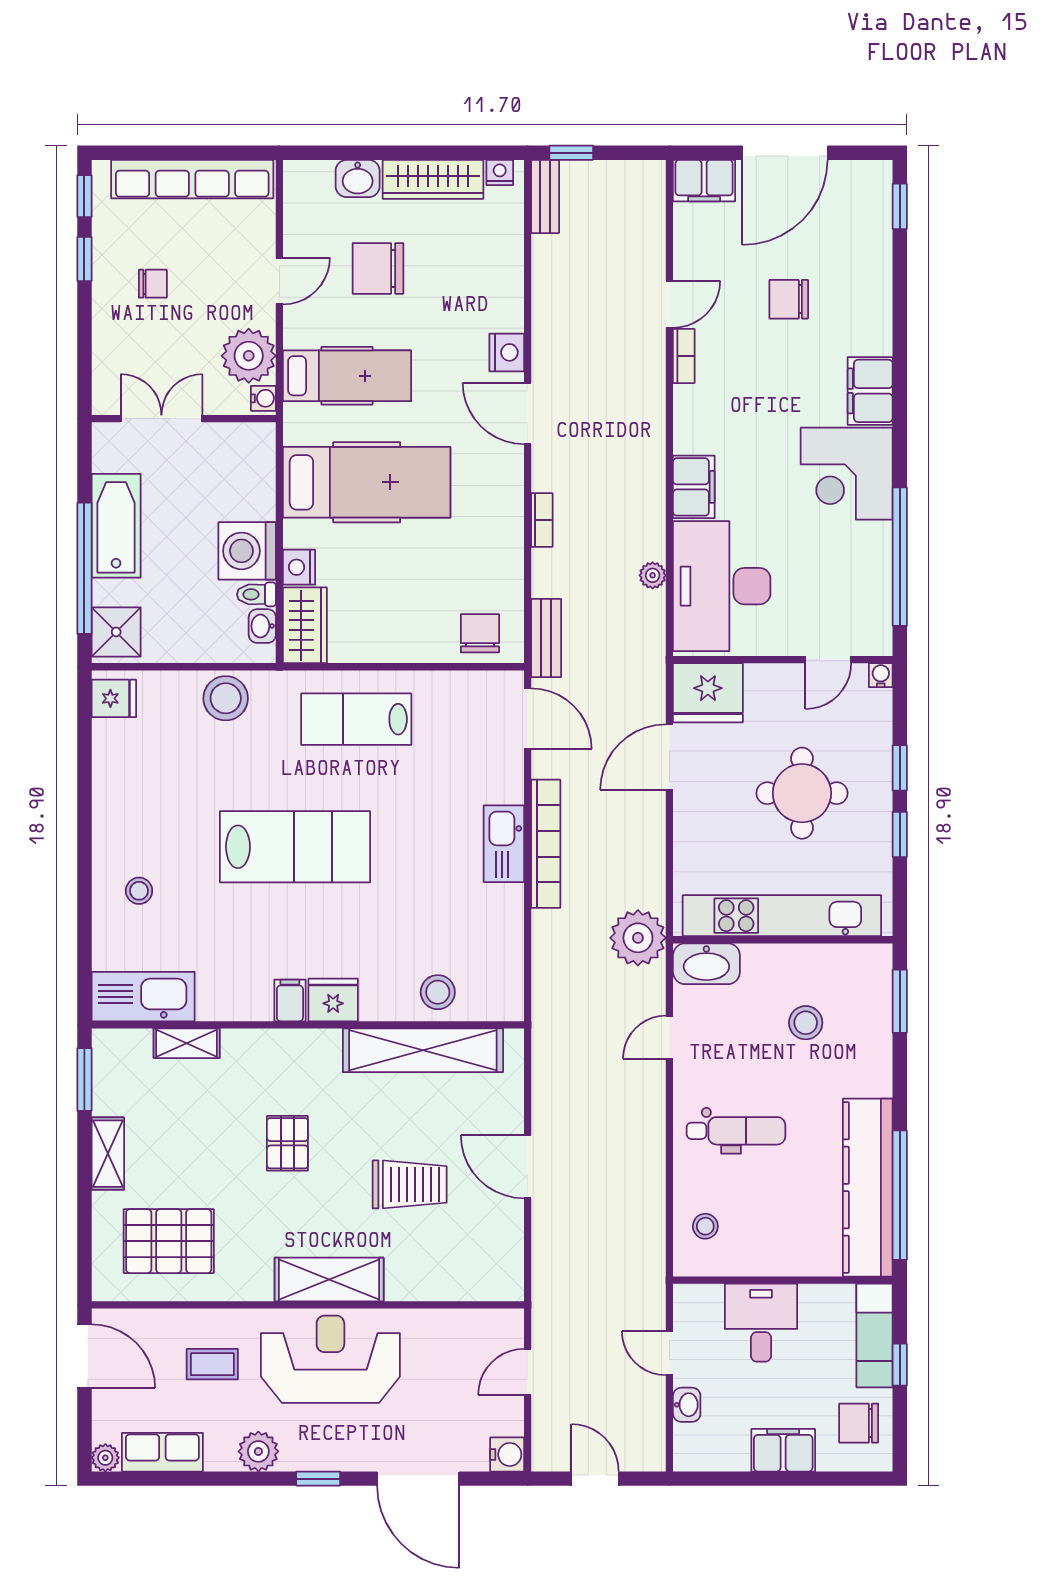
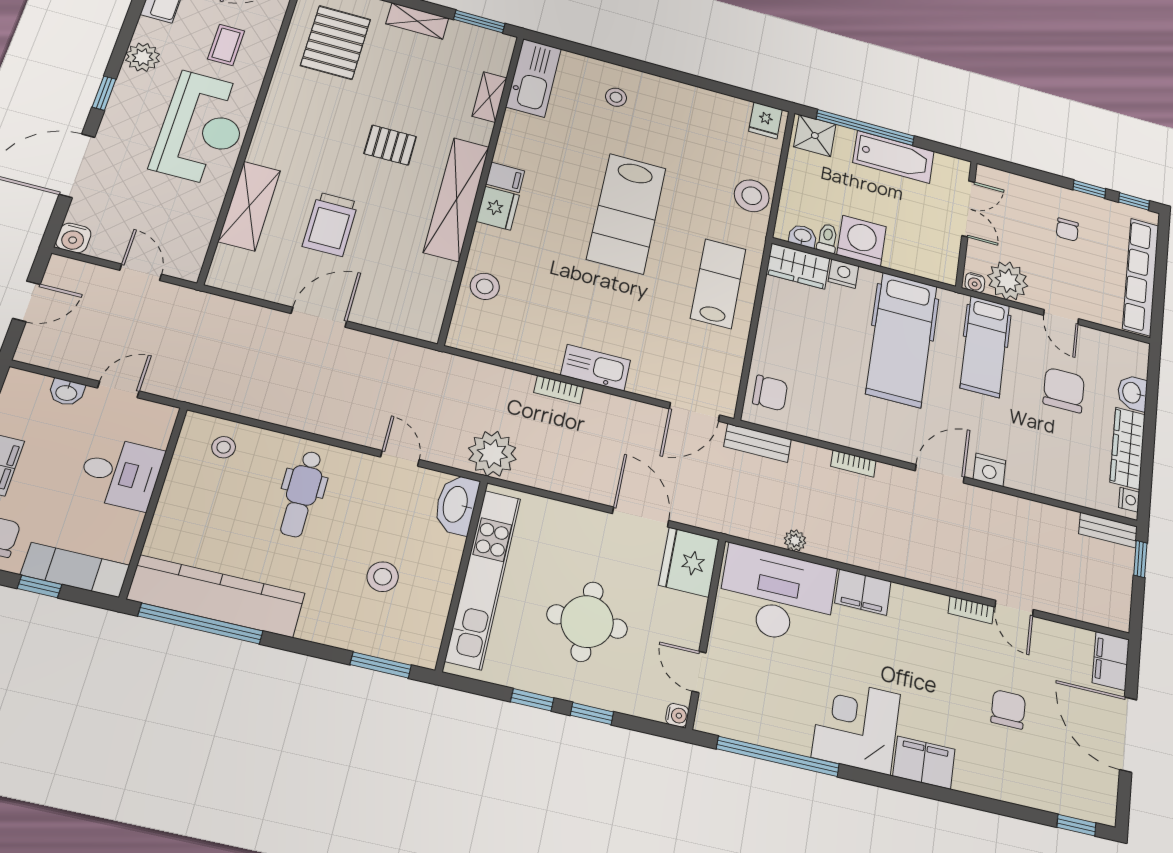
bookcase: (546, 844) -> (559, 390), width x0.43, depth x0.76
shelving: (423, 1050) -> (457, 199), moved
shelving: (329, 1280) -> (249, 206), moved

